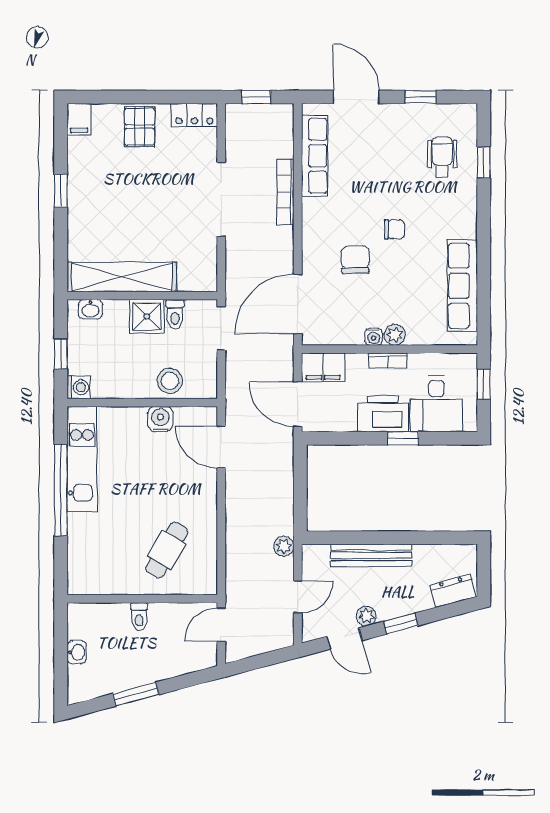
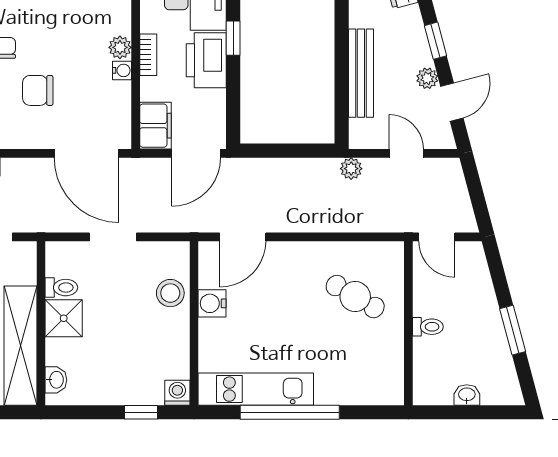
shelving: (122, 277) -> (21, 346), moved
wall: (142, 296) -> (41, 323), moved
washbasin: (90, 309) -> (56, 380), moved
toilet: (175, 314) -> (61, 288), moved
shower: (147, 316) -> (64, 318), moved

